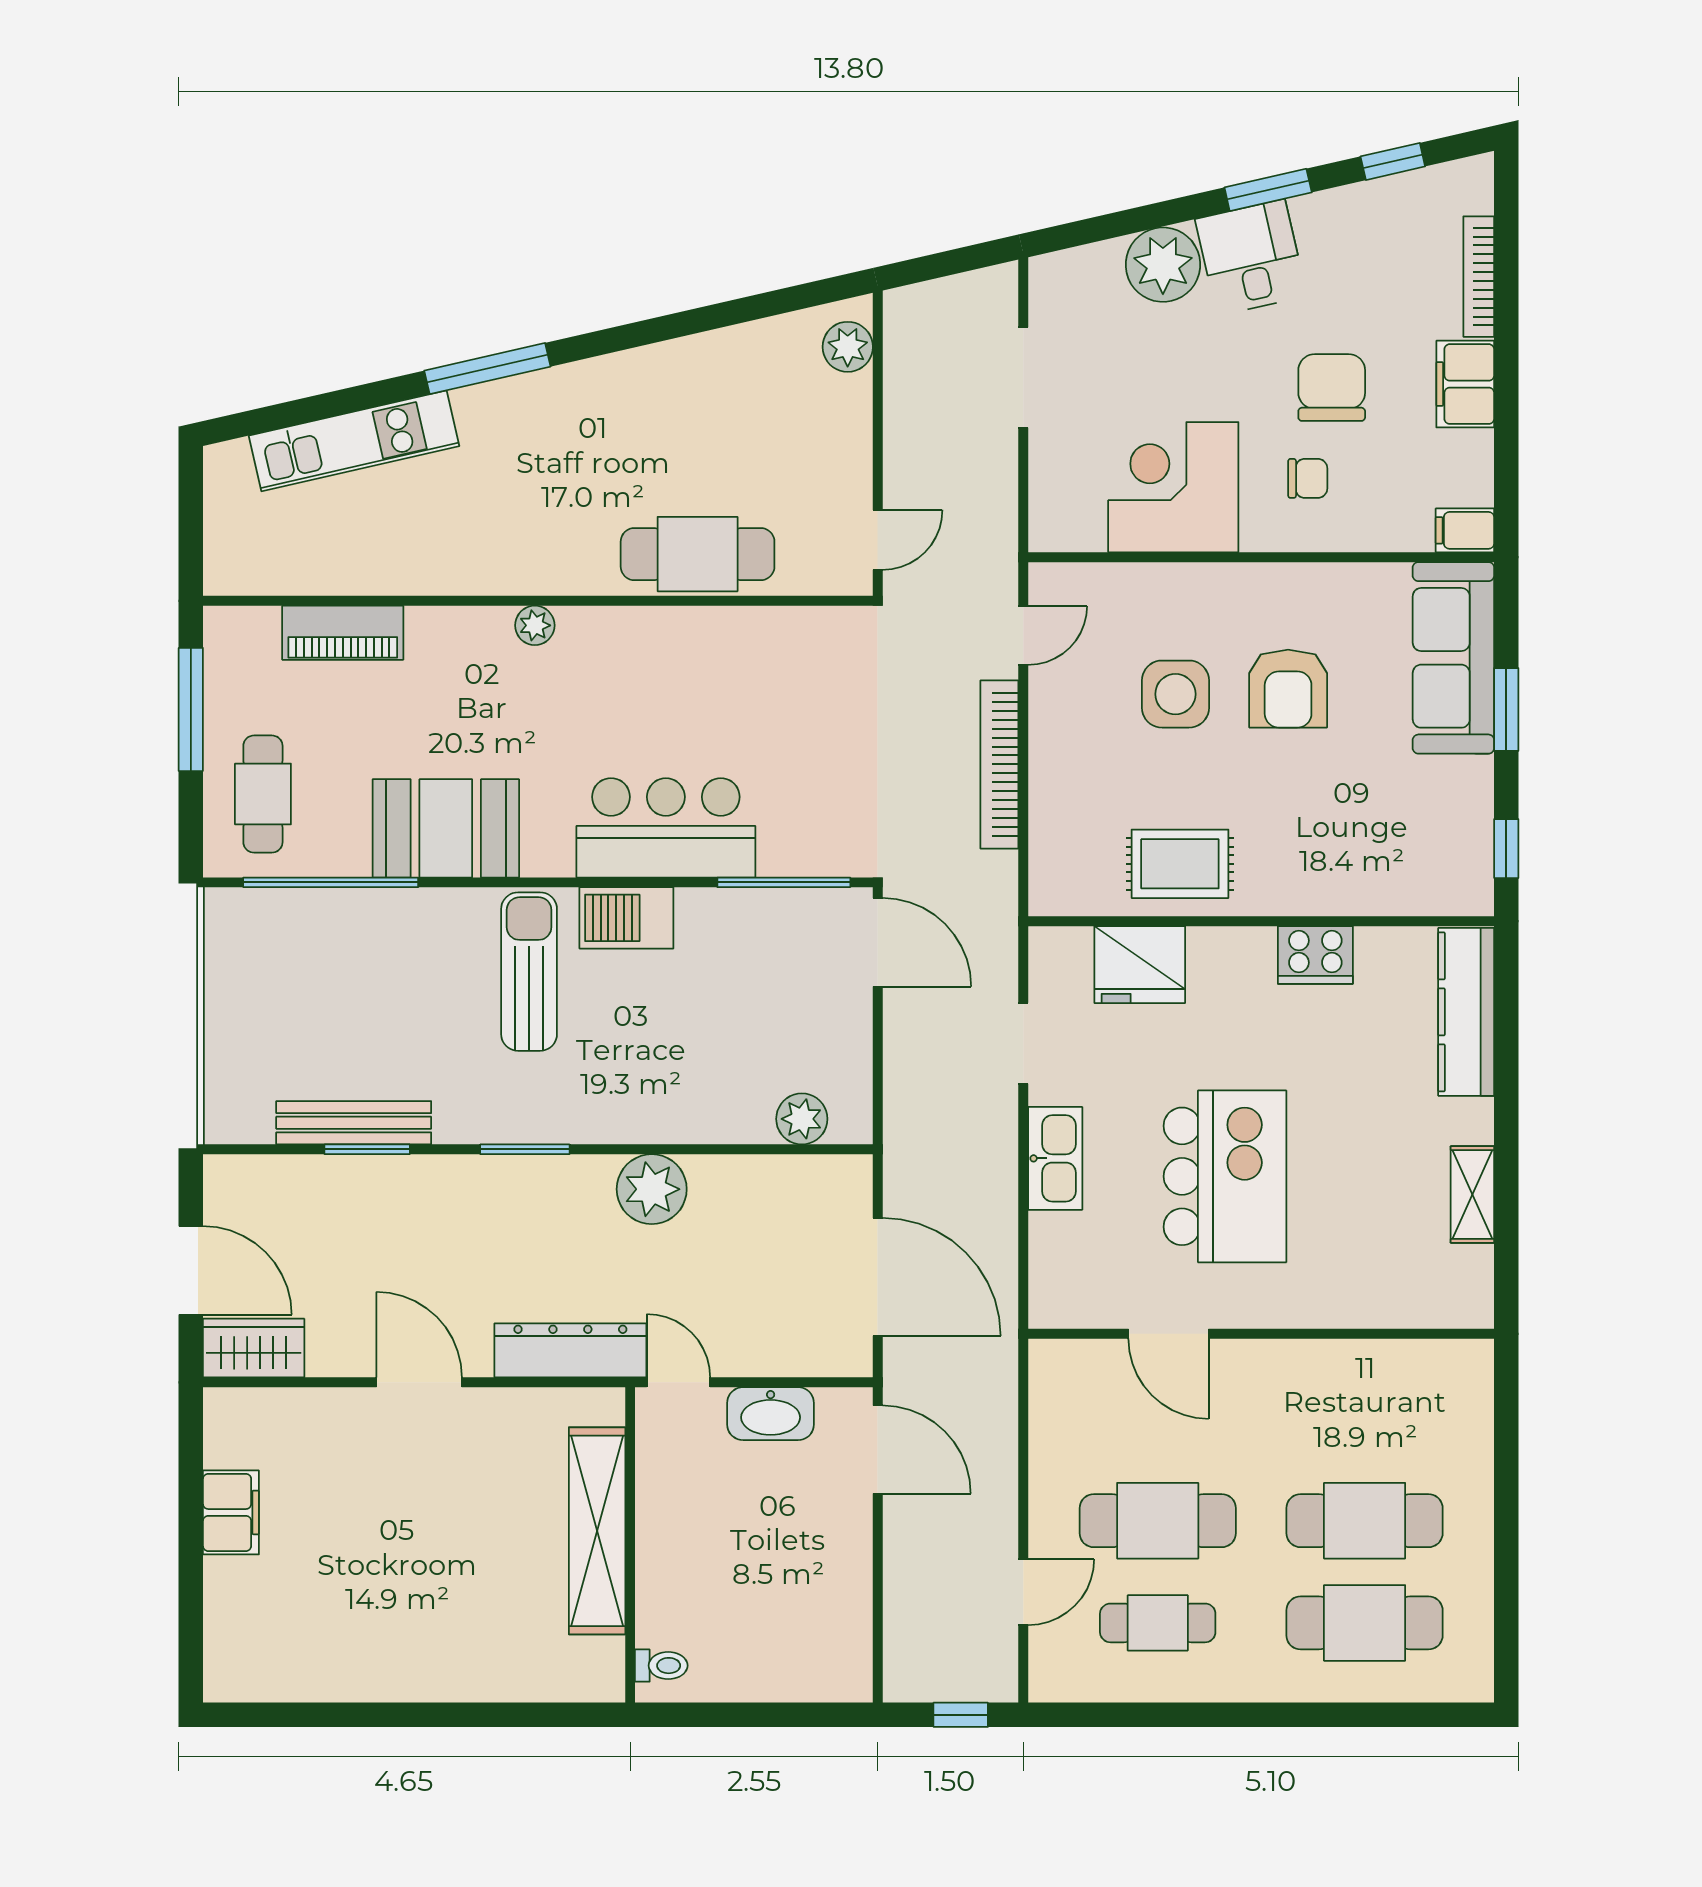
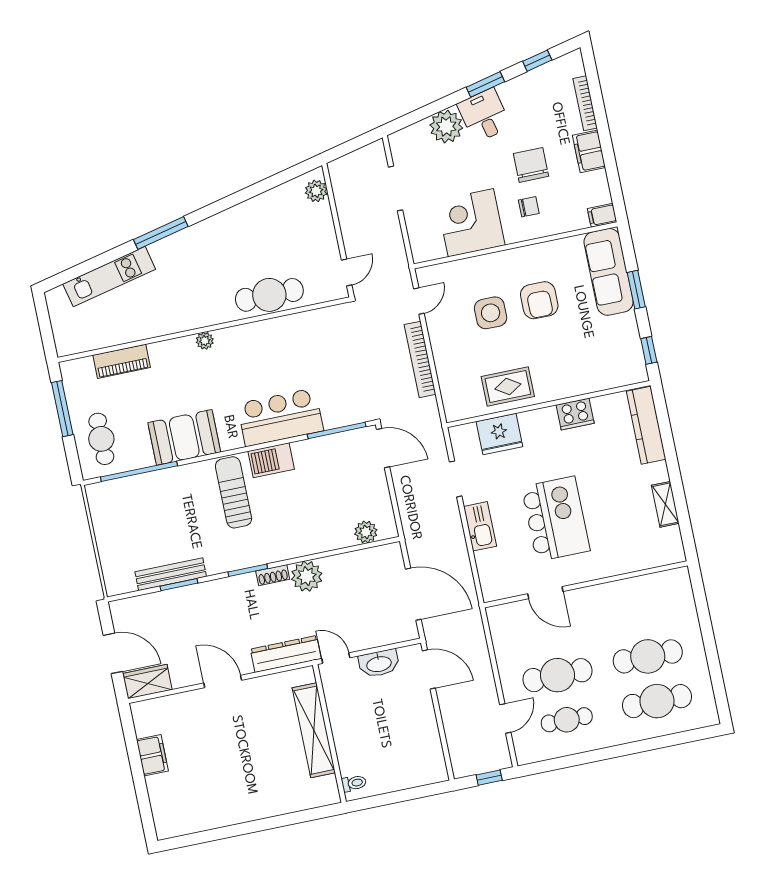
shoe rack: (577, 1171) -> (273, 575), added

